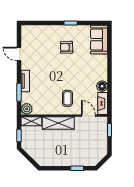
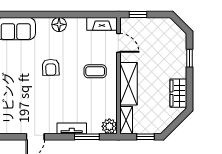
armchair: (67, 47) -> (51, 67), moved
floor lamp: (102, 86) -> (59, 24), moved
door: (88, 116) -> (118, 43), swing flipped
wardrobe: (51, 160) -> (178, 93), added

